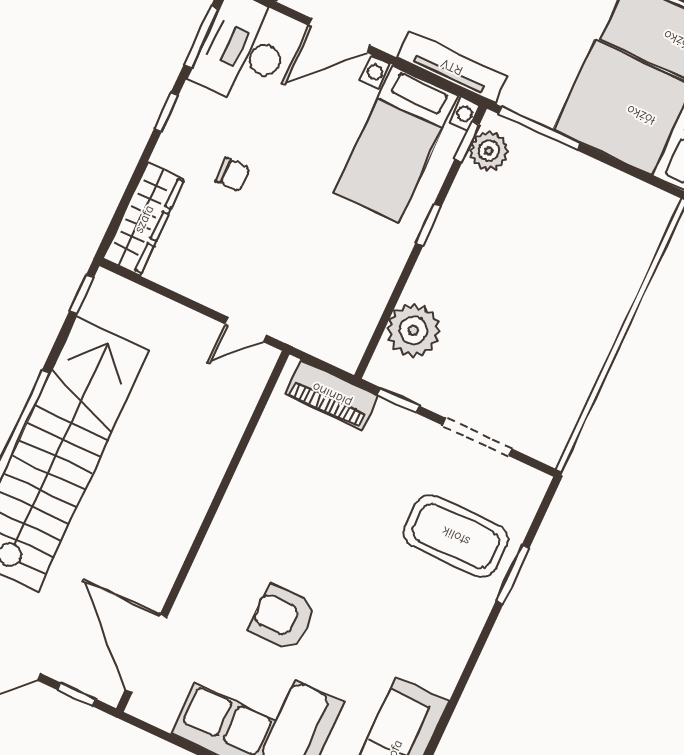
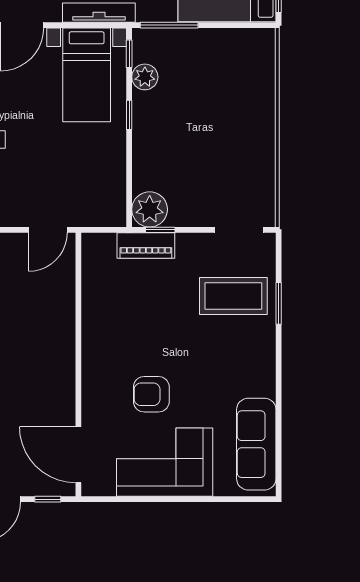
plant: (489, 151) -> (145, 77), moved
door: (246, 329) -> (48, 230), width x1.37
plant: (413, 330) -> (150, 209), moved
piano: (332, 395) -> (146, 246), moved
doorway: (477, 437) -> (239, 230), moved

